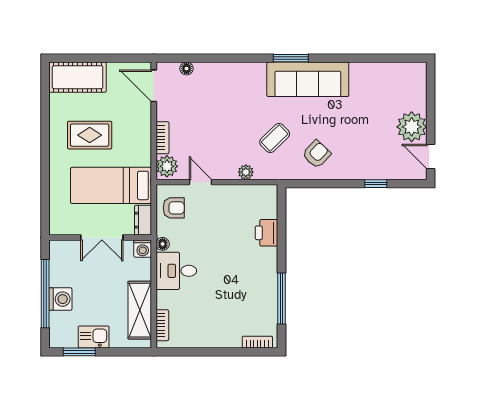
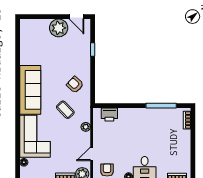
window: (291, 58) -> (18, 100), removed
corner sofa: (230, 87) -> (35, 136), added
door: (431, 157) -> (76, 17), hinge flipped
printer: (267, 233) -> (109, 115), moved

